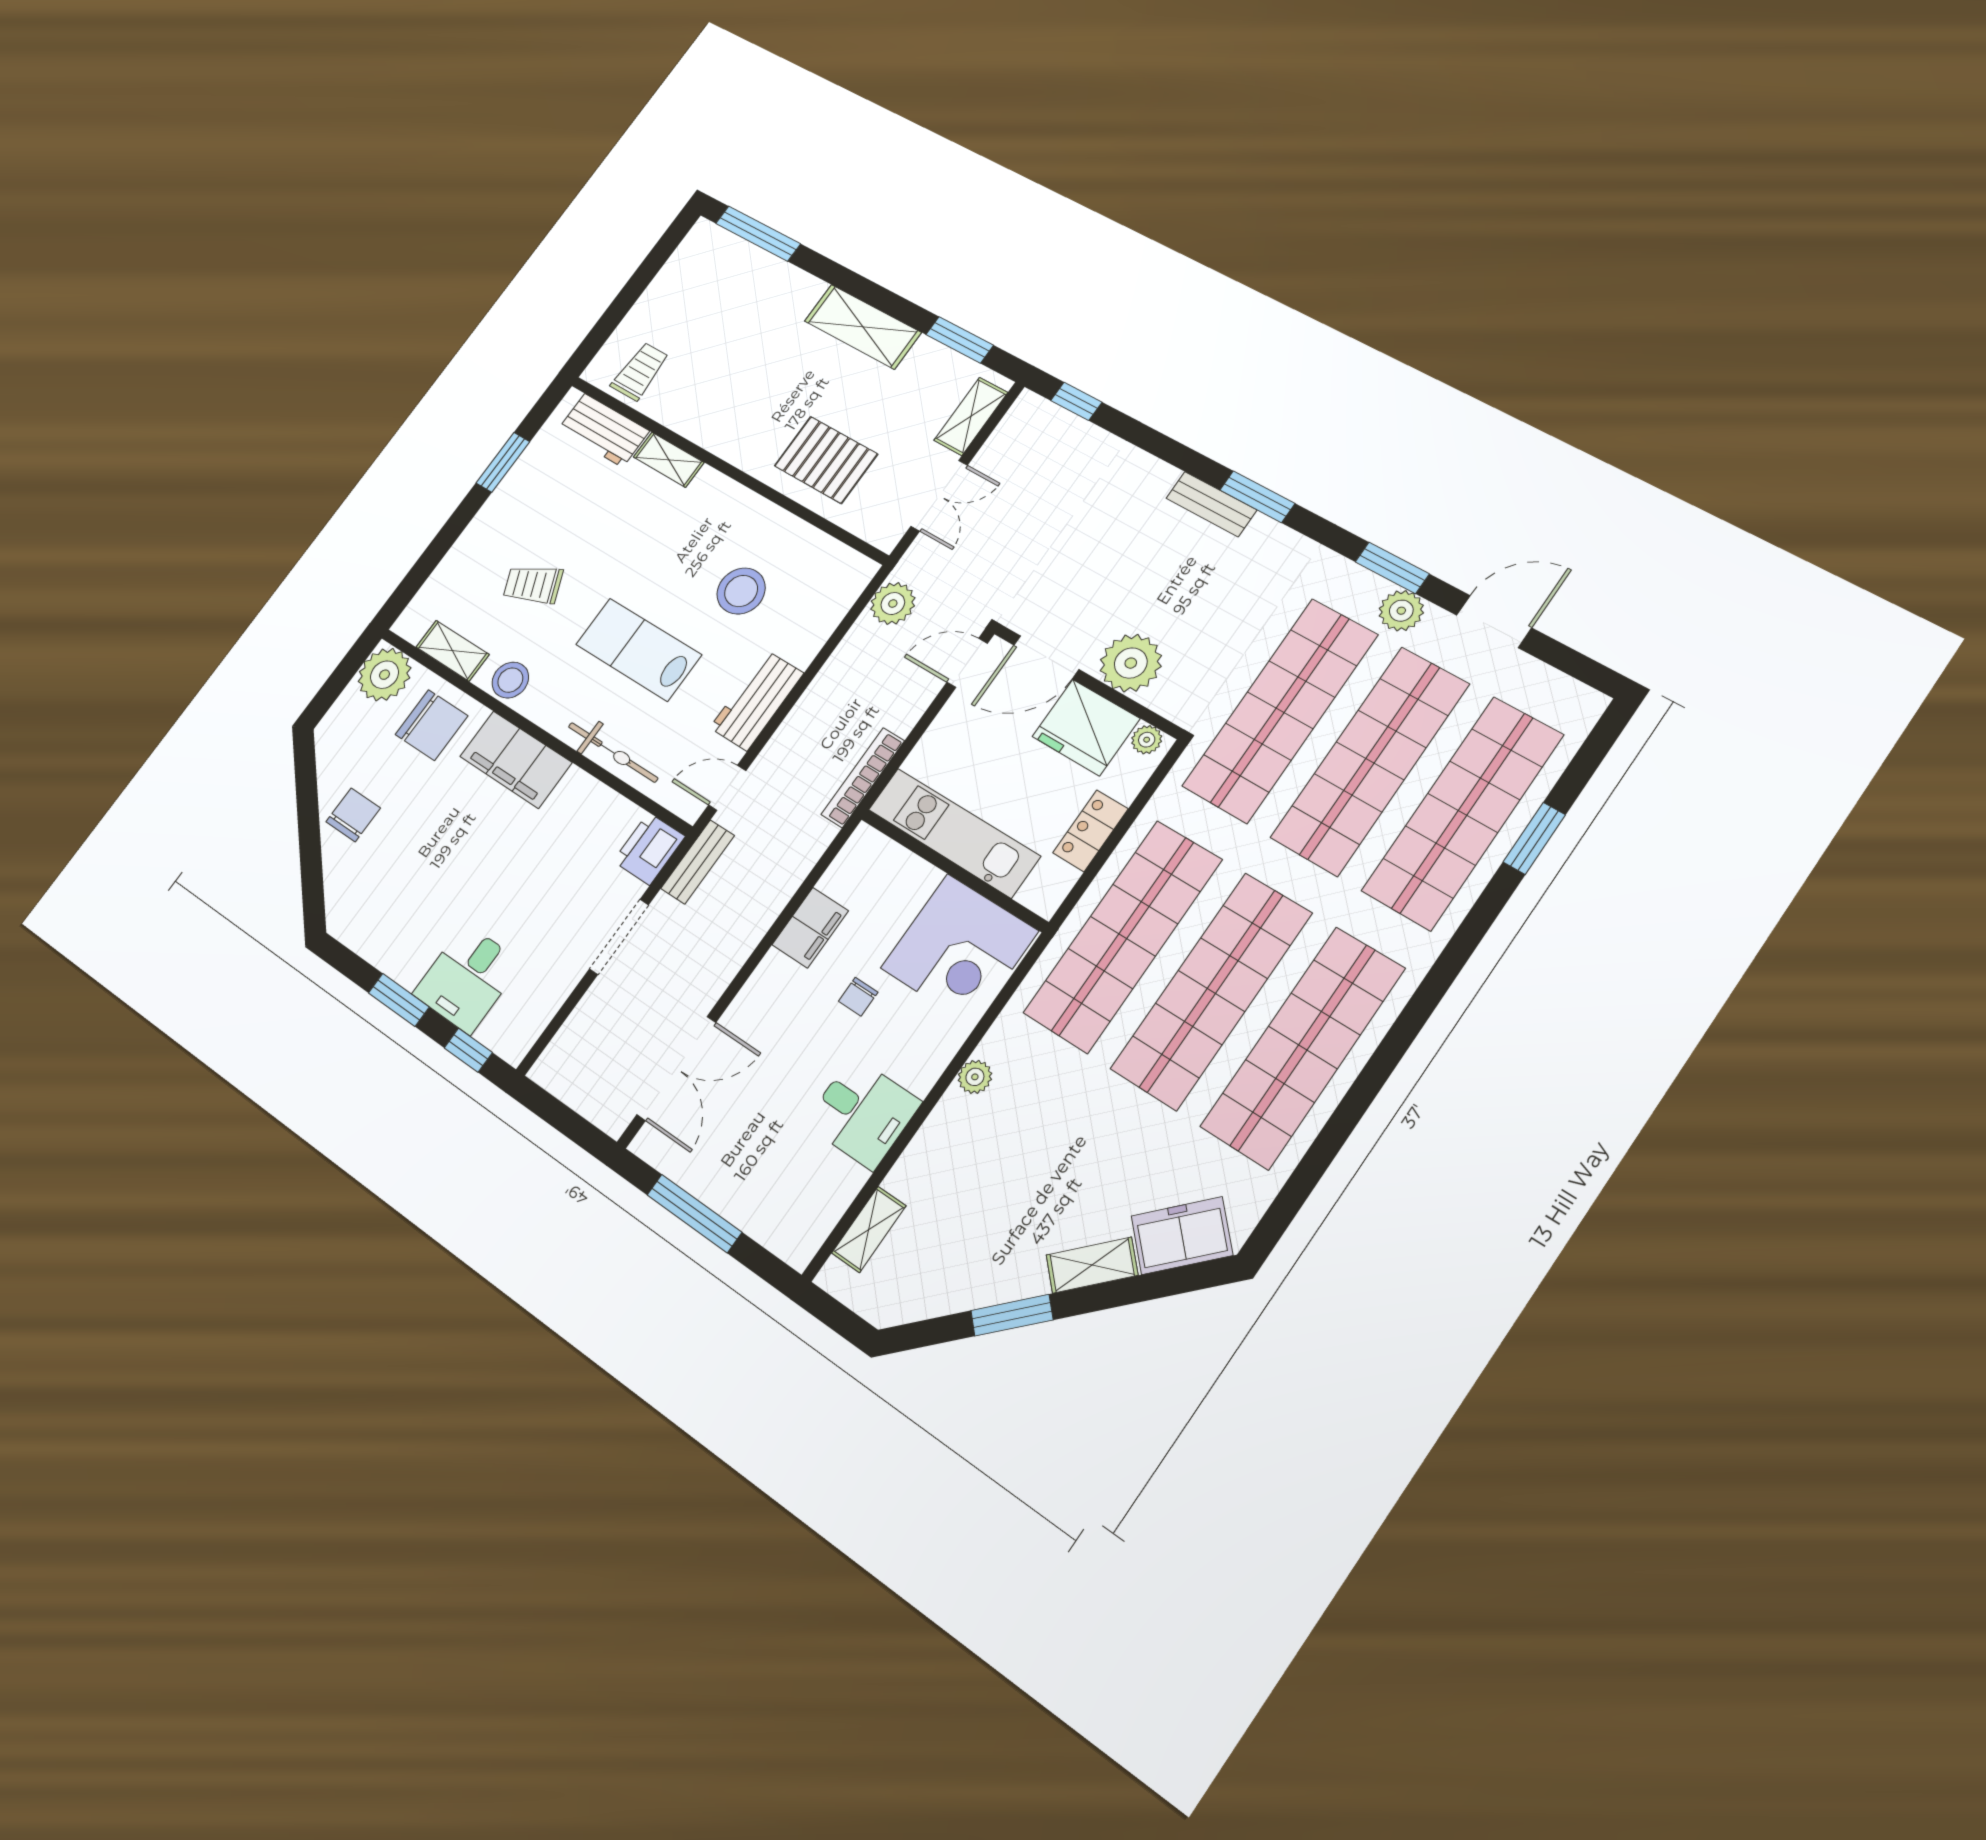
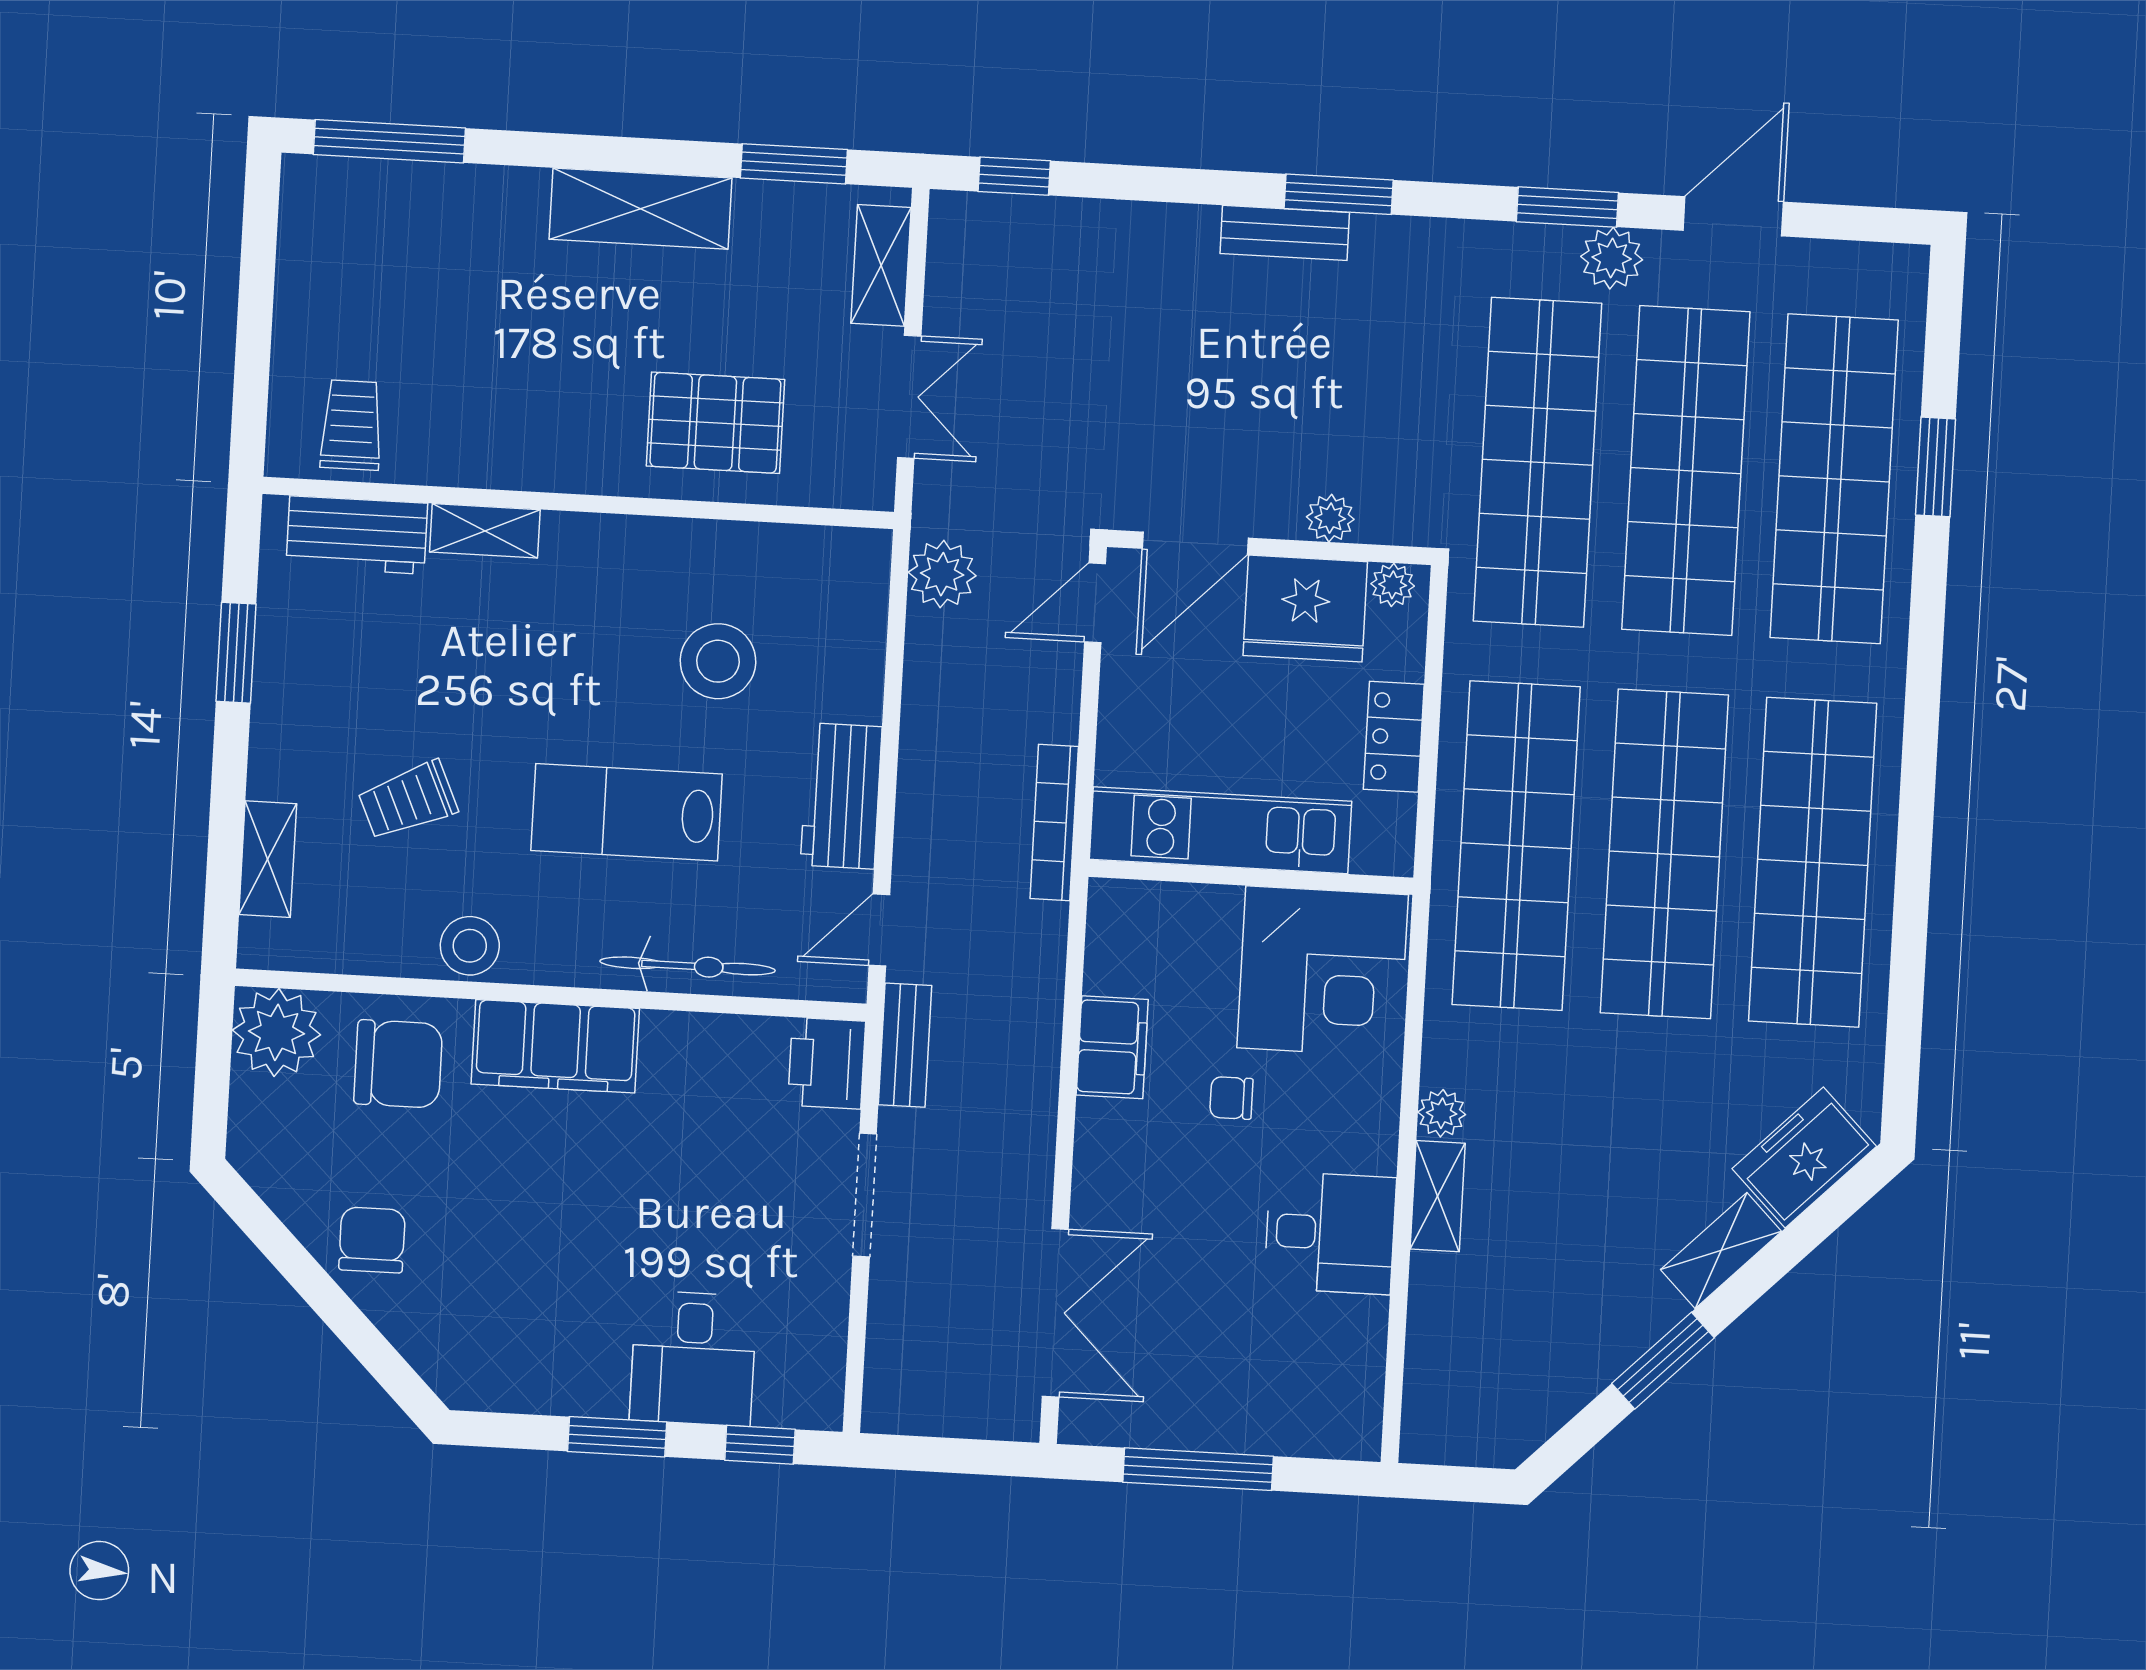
shelving: (453, 651) -> (268, 859), moved, turned 90
plant: (1131, 663) -> (1330, 518), width x0.53, depth x0.53
chair: (858, 997) -> (1231, 1098), turned 90
shelving: (869, 1229) -> (1438, 1196), moved

